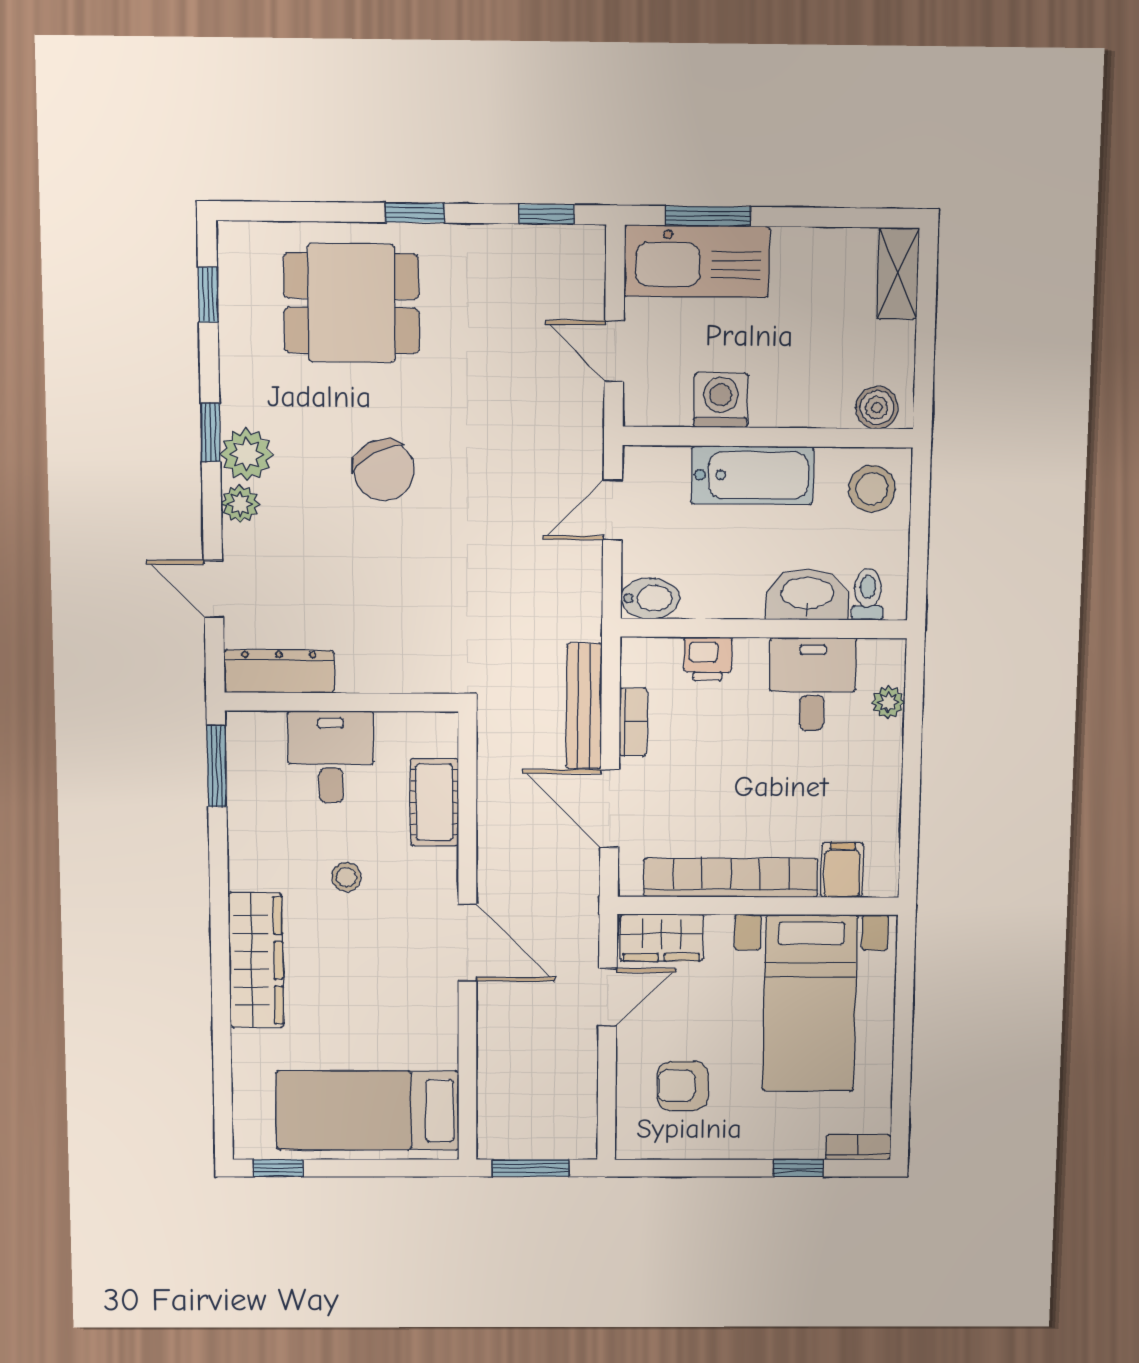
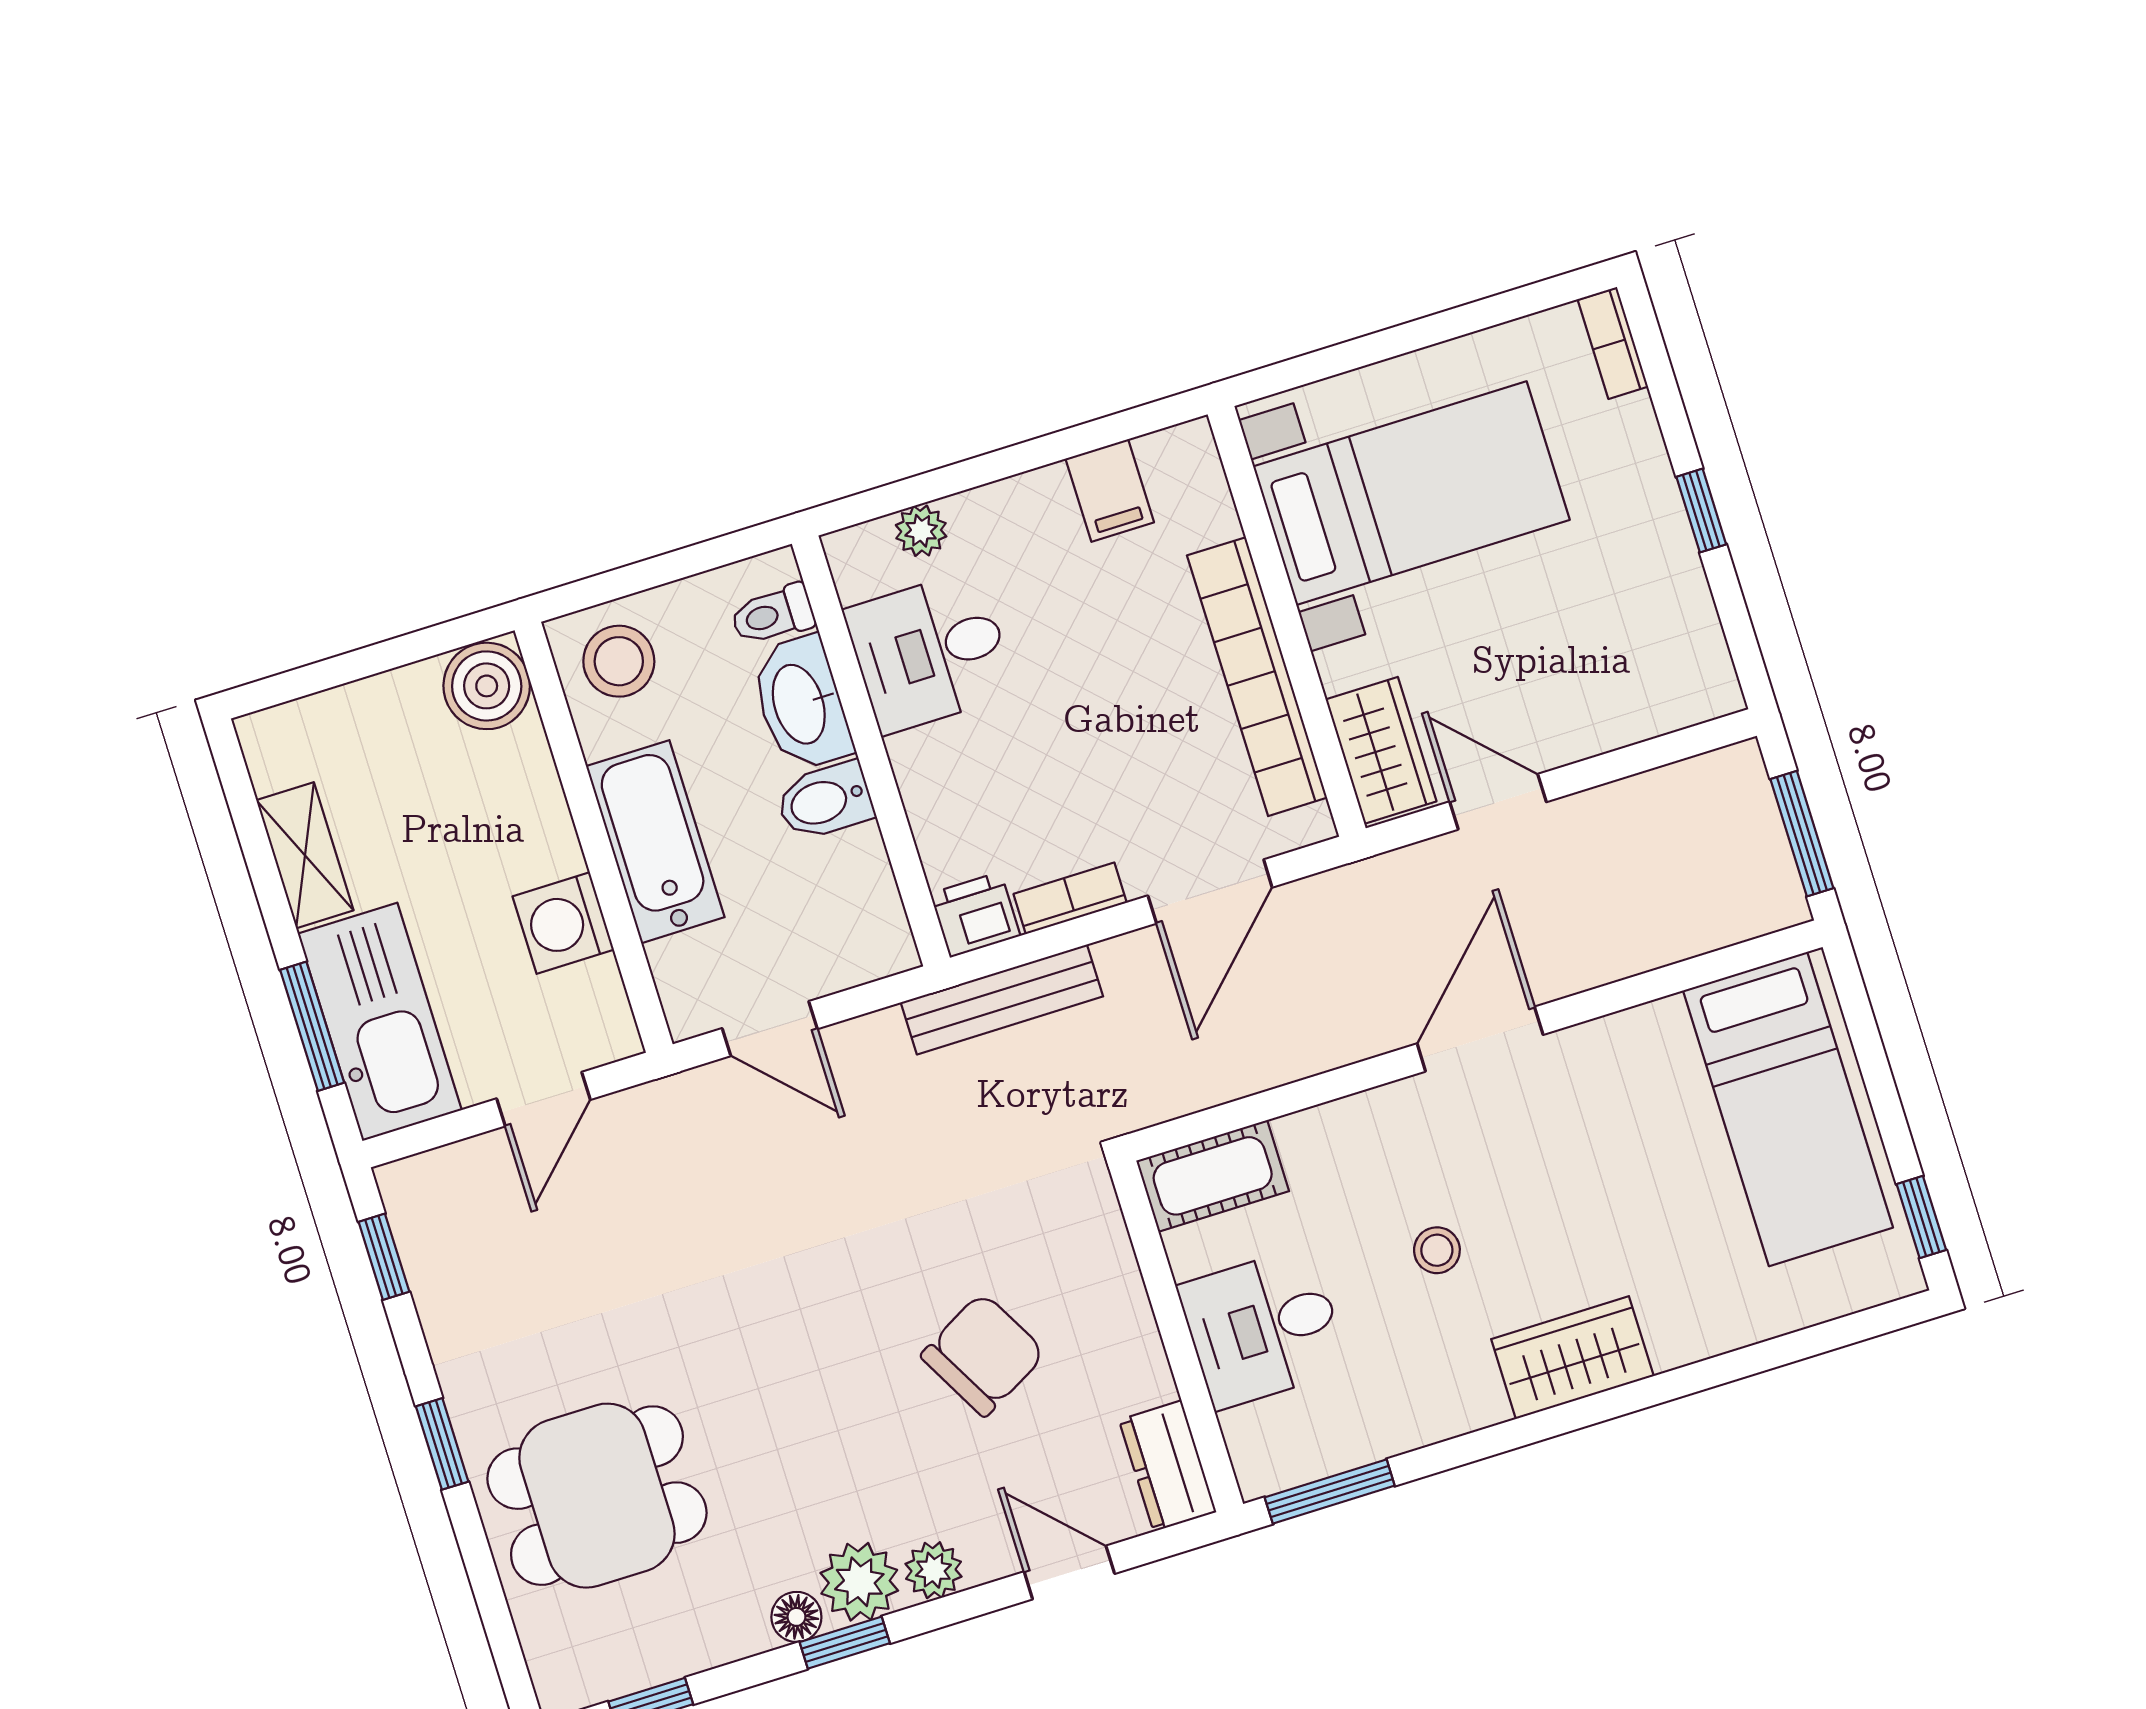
shelving: (898, 274) -> (305, 855), moved, turned 90
dining table: (351, 303) -> (597, 1496), turned 90
floor lamp: (236, 407) -> (796, 1617), added
boiler: (877, 408) -> (487, 686), width x1.36, depth x1.36
chair: (384, 470) -> (983, 1354), moved
door: (213, 589) -> (1069, 1573), swing flipped
bidet: (650, 598) -> (825, 801), moved, turned -90
printer: (708, 659) -> (975, 915), moved, turned -90
dresser: (279, 671) -> (1168, 1466), width x0.70
bench: (584, 706) -> (1002, 999), moved
cot: (434, 802) -> (1213, 1176), moved
filing cabinet: (842, 870) -> (1110, 490), moved, turned -90
wardrobe: (256, 960) -> (1572, 1358), width x0.67
armchair: (683, 1086) -> (1600, 643), removed
window: (798, 1168) -> (1701, 511), moved

